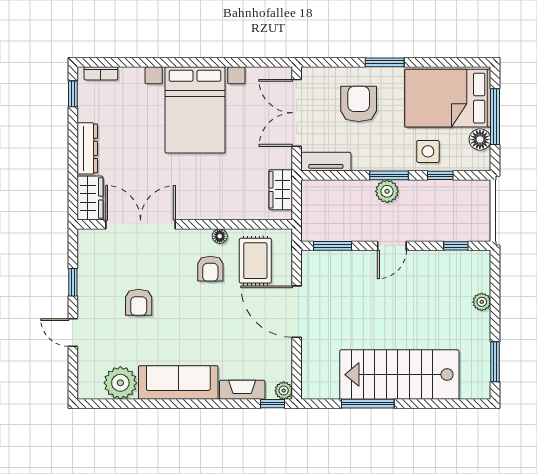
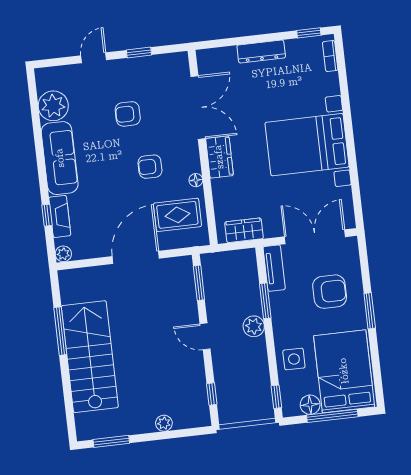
window: (389, 175) -> (265, 301), moved
window: (440, 175) -> (276, 397), moved
wardrobe: (90, 198) -> (219, 157), moved, turned -90
armchair: (210, 269) -> (150, 167), moved
window: (272, 404) -> (47, 215), moved

